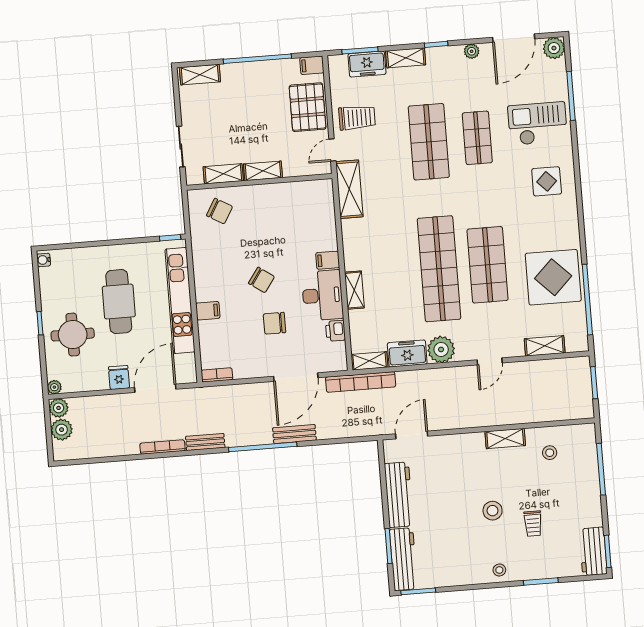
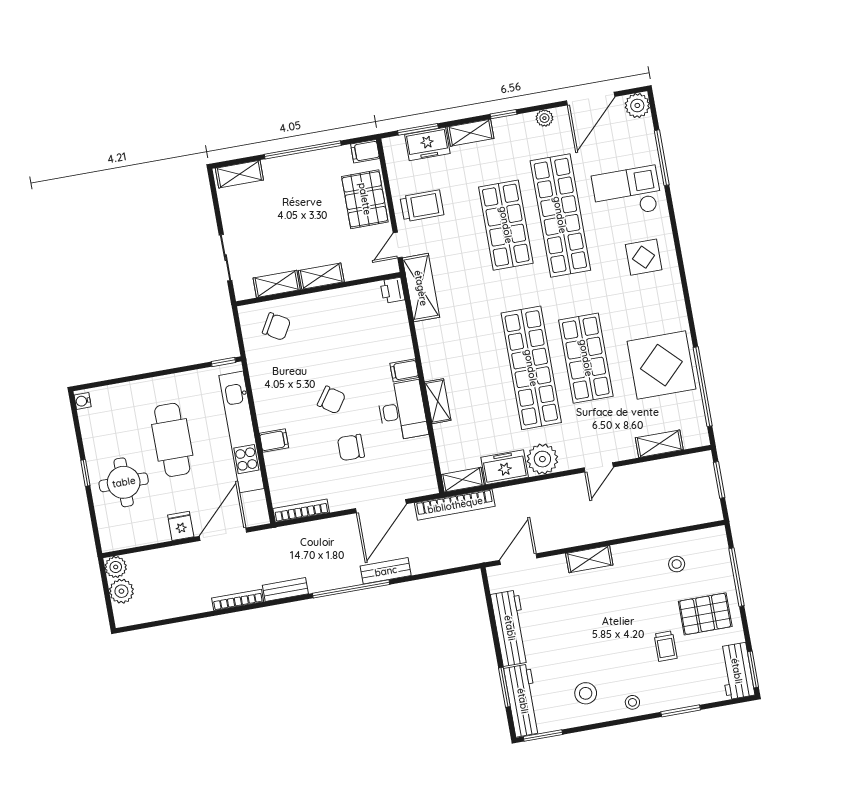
shop shelf: (477, 138) -> (560, 215), width x2.00, depth x1.36
printer: (335, 331) -> (392, 290), moved
bookcase: (217, 375) -> (301, 511), width x1.56
plant: (54, 387) -> (109, 544), removed
shelving: (505, 439) -> (589, 559), moved
pallet: (570, 499) -> (705, 614), added
stool: (493, 511) -> (586, 693), moved

